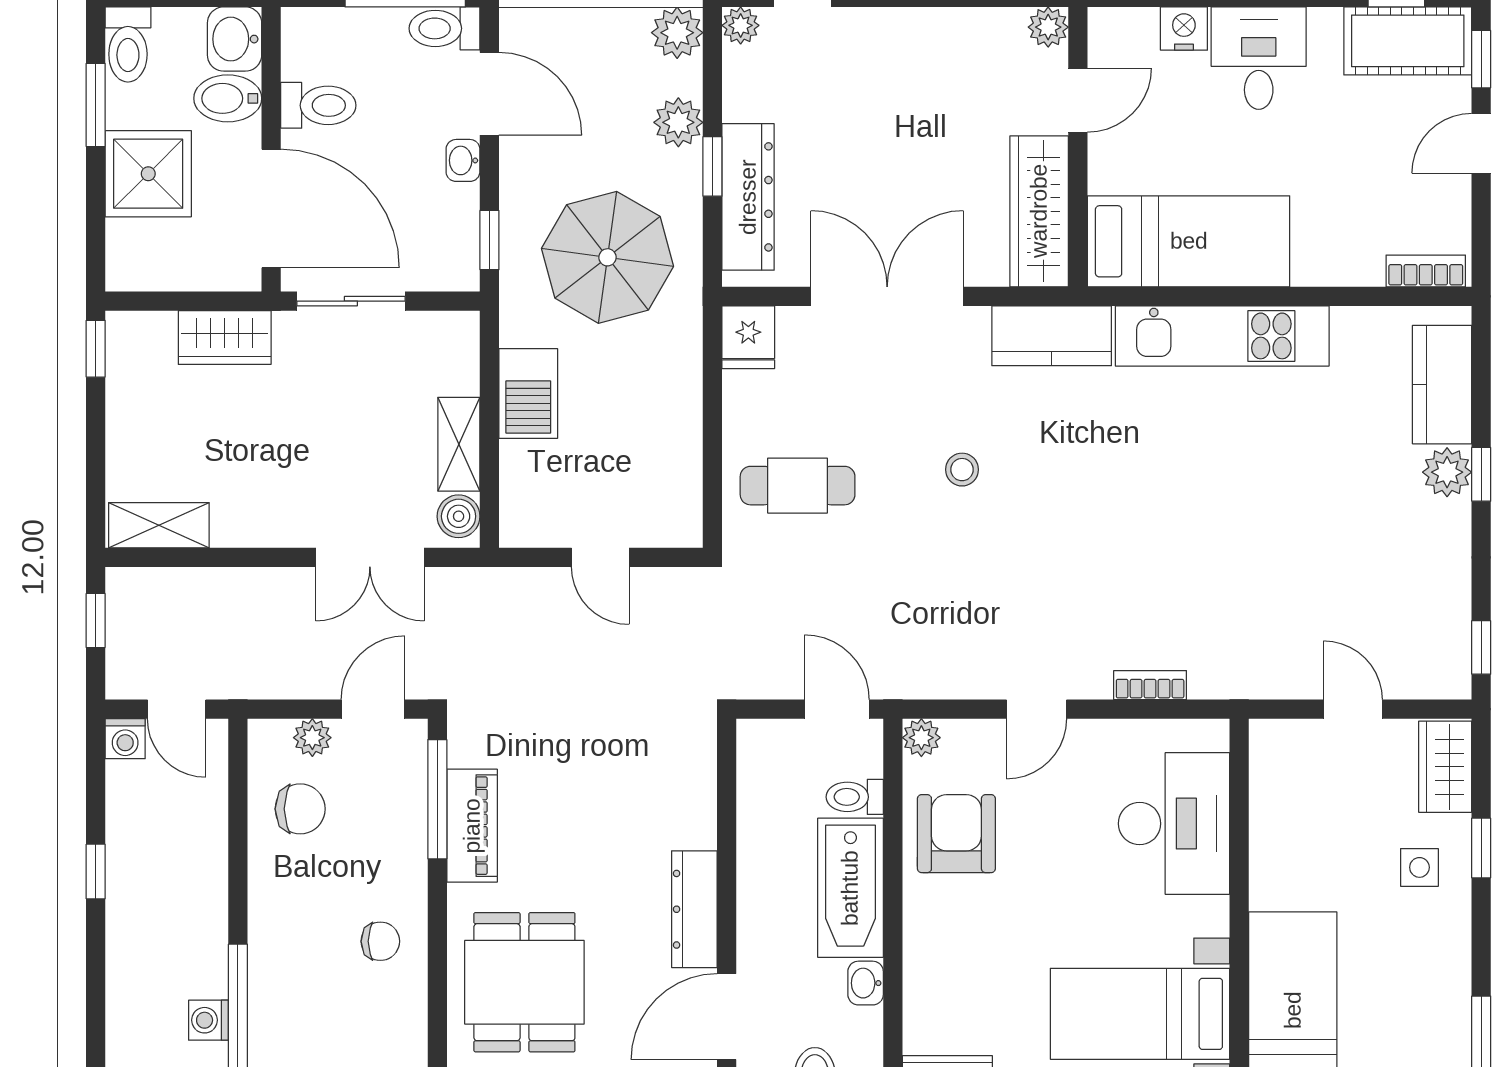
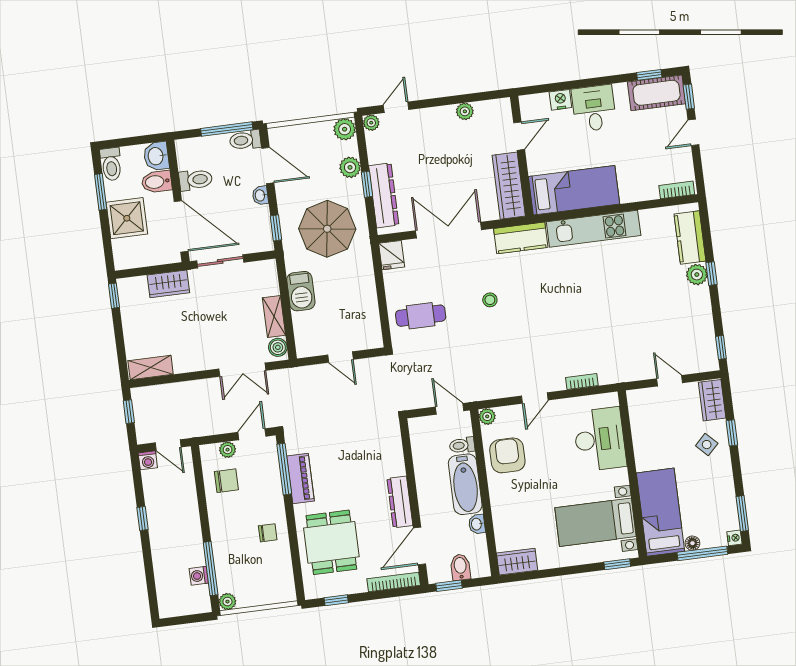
plant: (1048, 27) -> (465, 111), moved
side table: (1419, 867) -> (707, 445), turned 45

